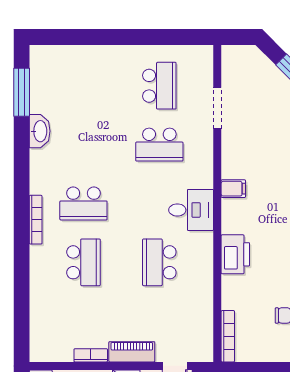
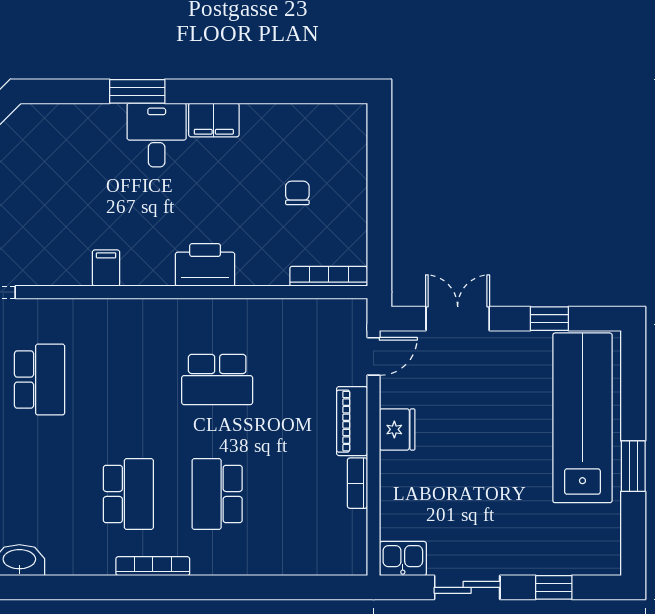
desk: (191, 210) -> (138, 332), removed
school desk: (83, 262) -> (217, 494), turned -90

